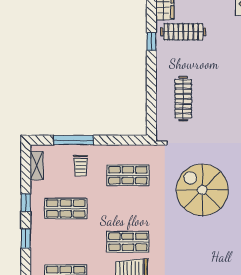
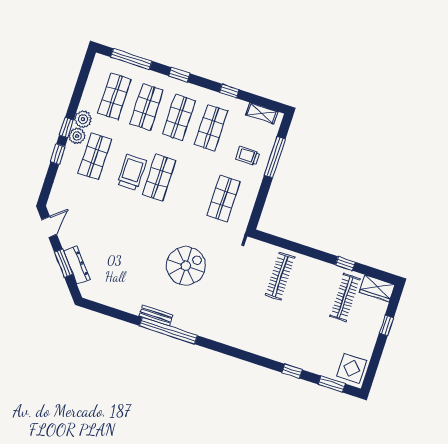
clothes rail: (183, 99) -> (280, 276), turned 90
spiral stairs: (202, 190) -> (186, 266), width x0.73, depth x0.73
window: (26, 239) -> (179, 75), moved
shop shelf: (66, 242) -> (179, 117), added

